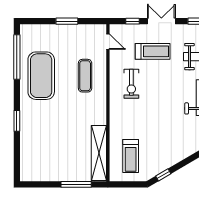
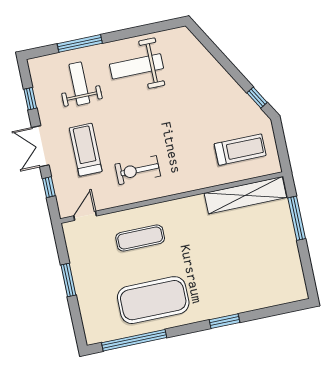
exercise bike: (131, 84) -> (138, 170), turned 180

